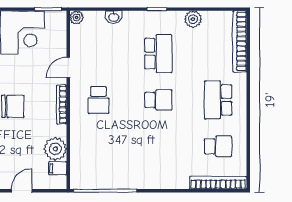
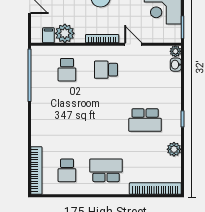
washbasin: (114, 17) -> (176, 65), moved
school desk: (158, 100) -> (67, 70), moved

